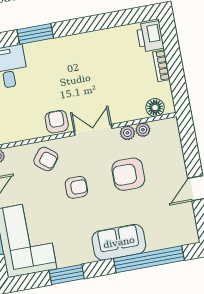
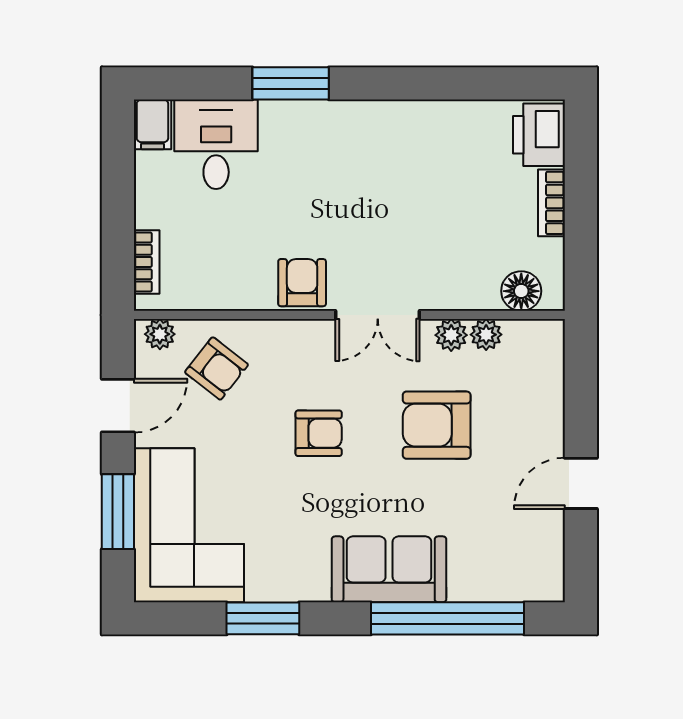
double door: (93, 130) -> (378, 315), swing flipped
armchair: (46, 159) -> (217, 368), moved

